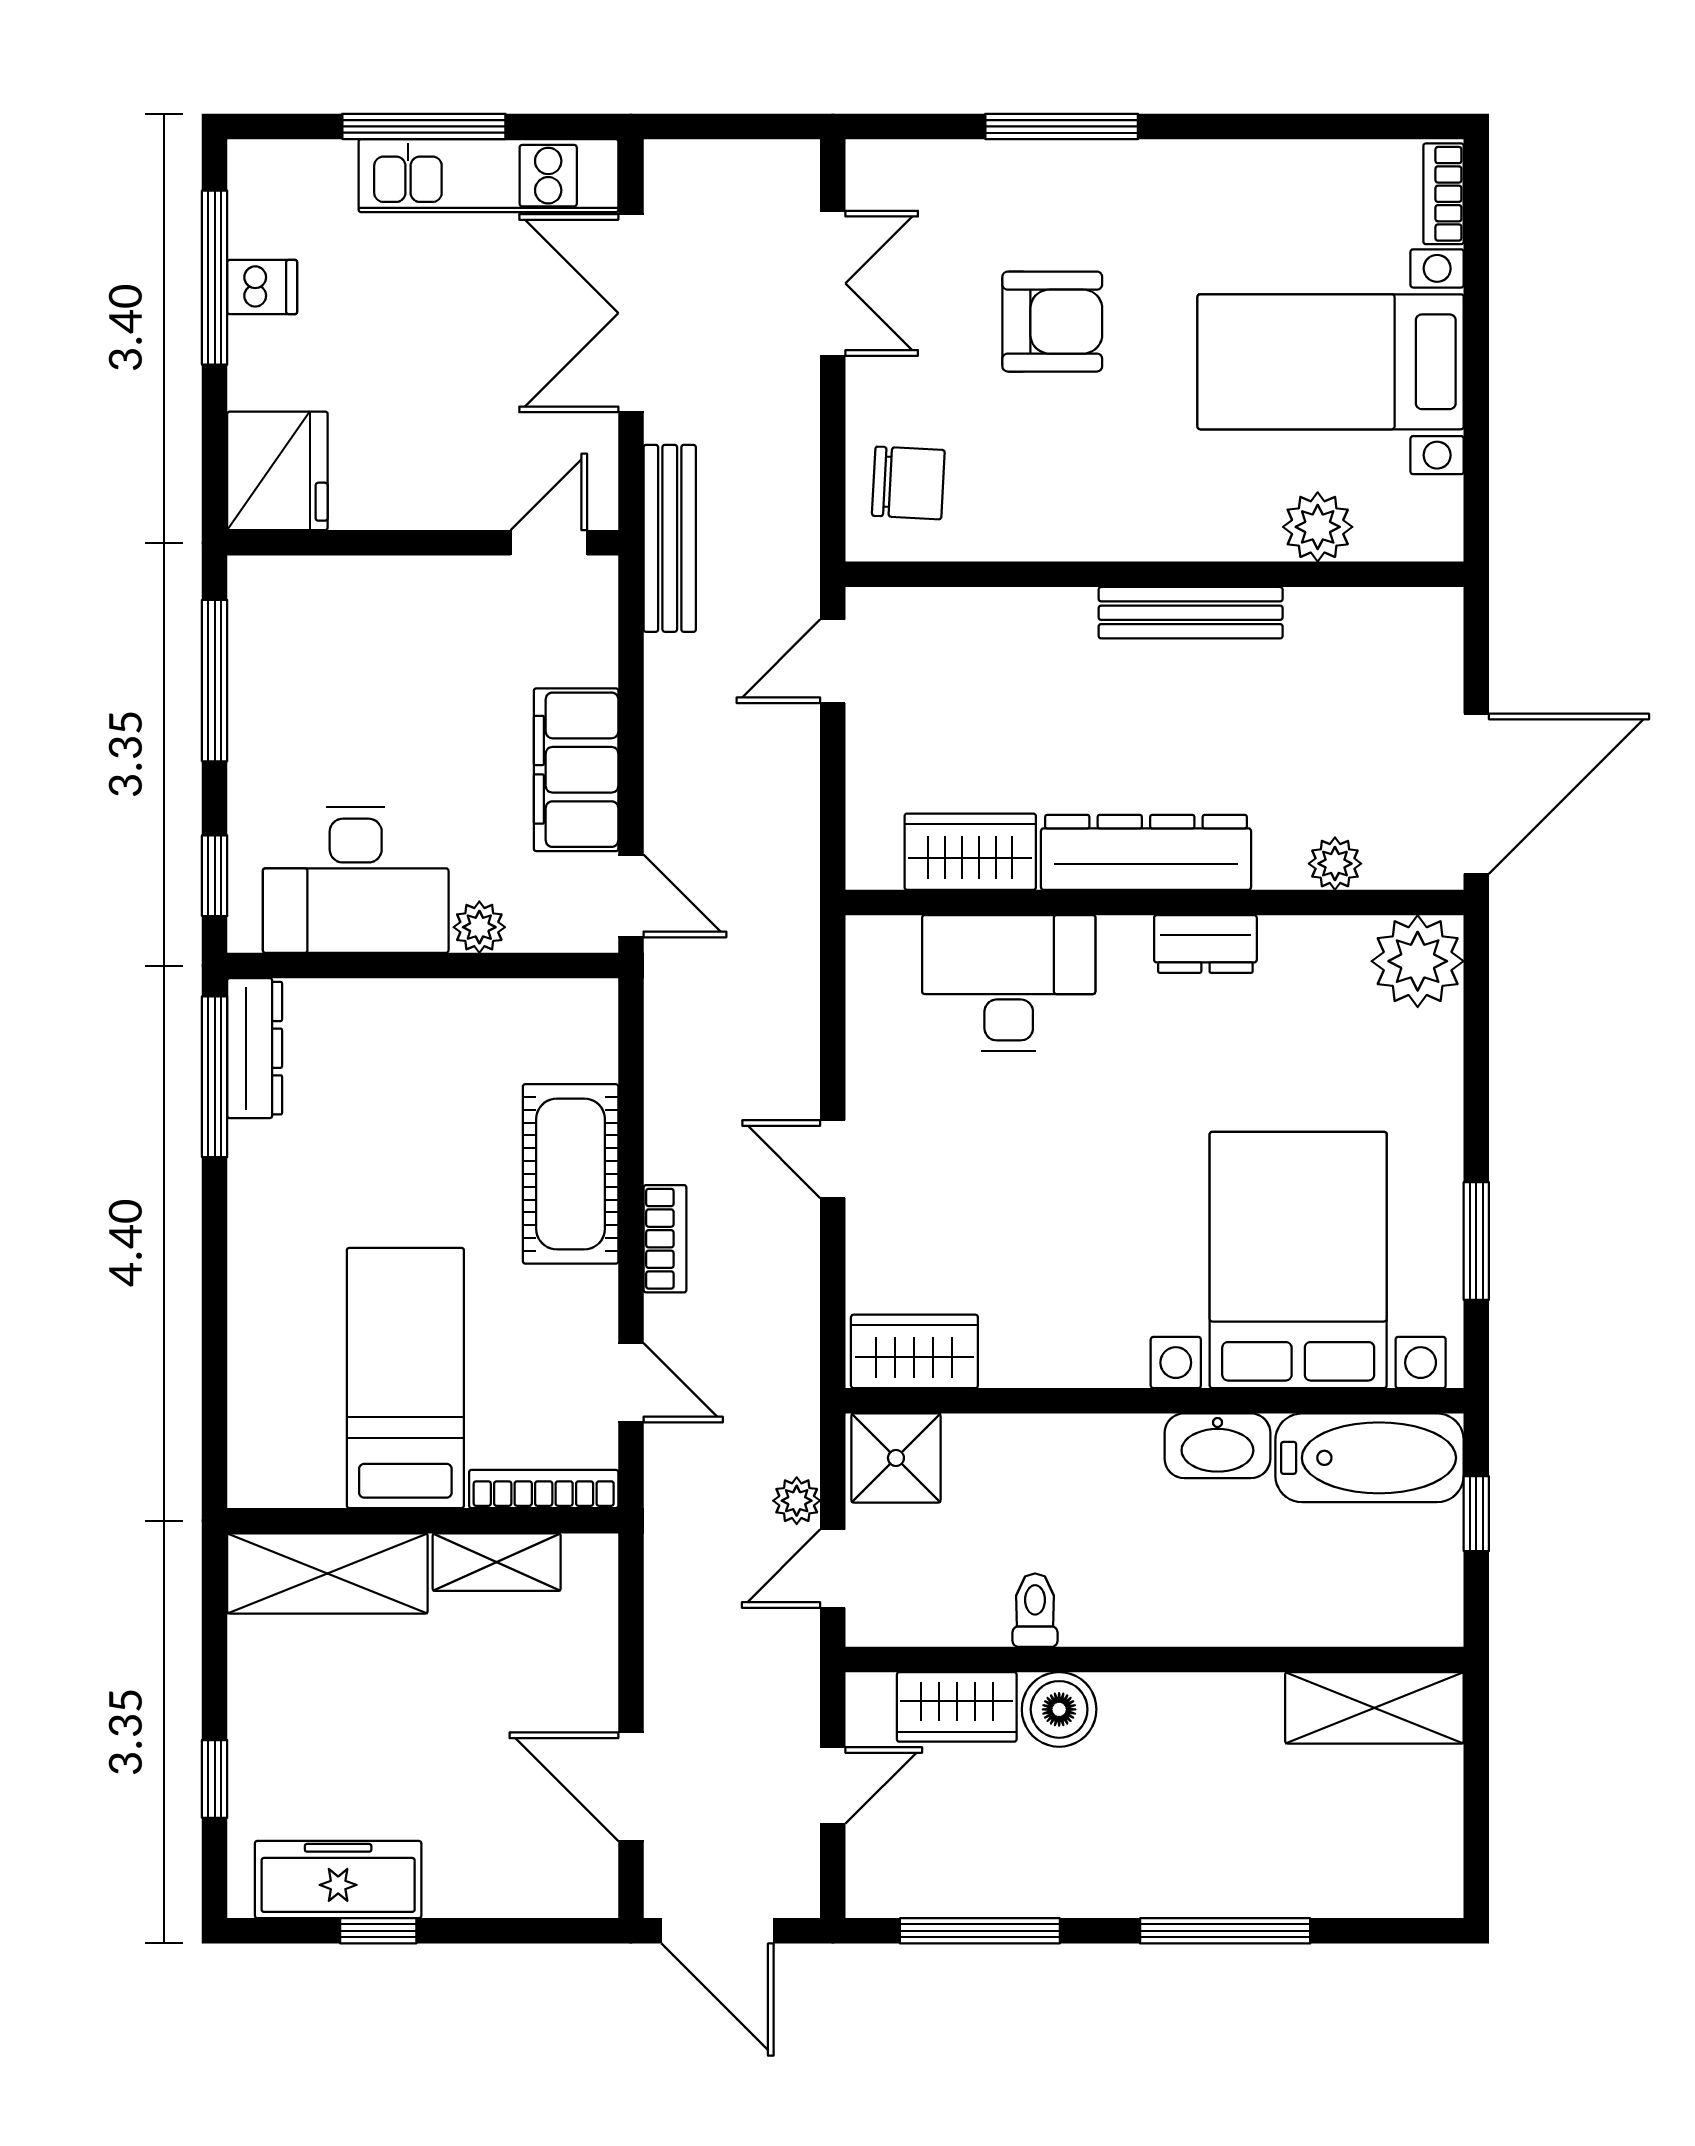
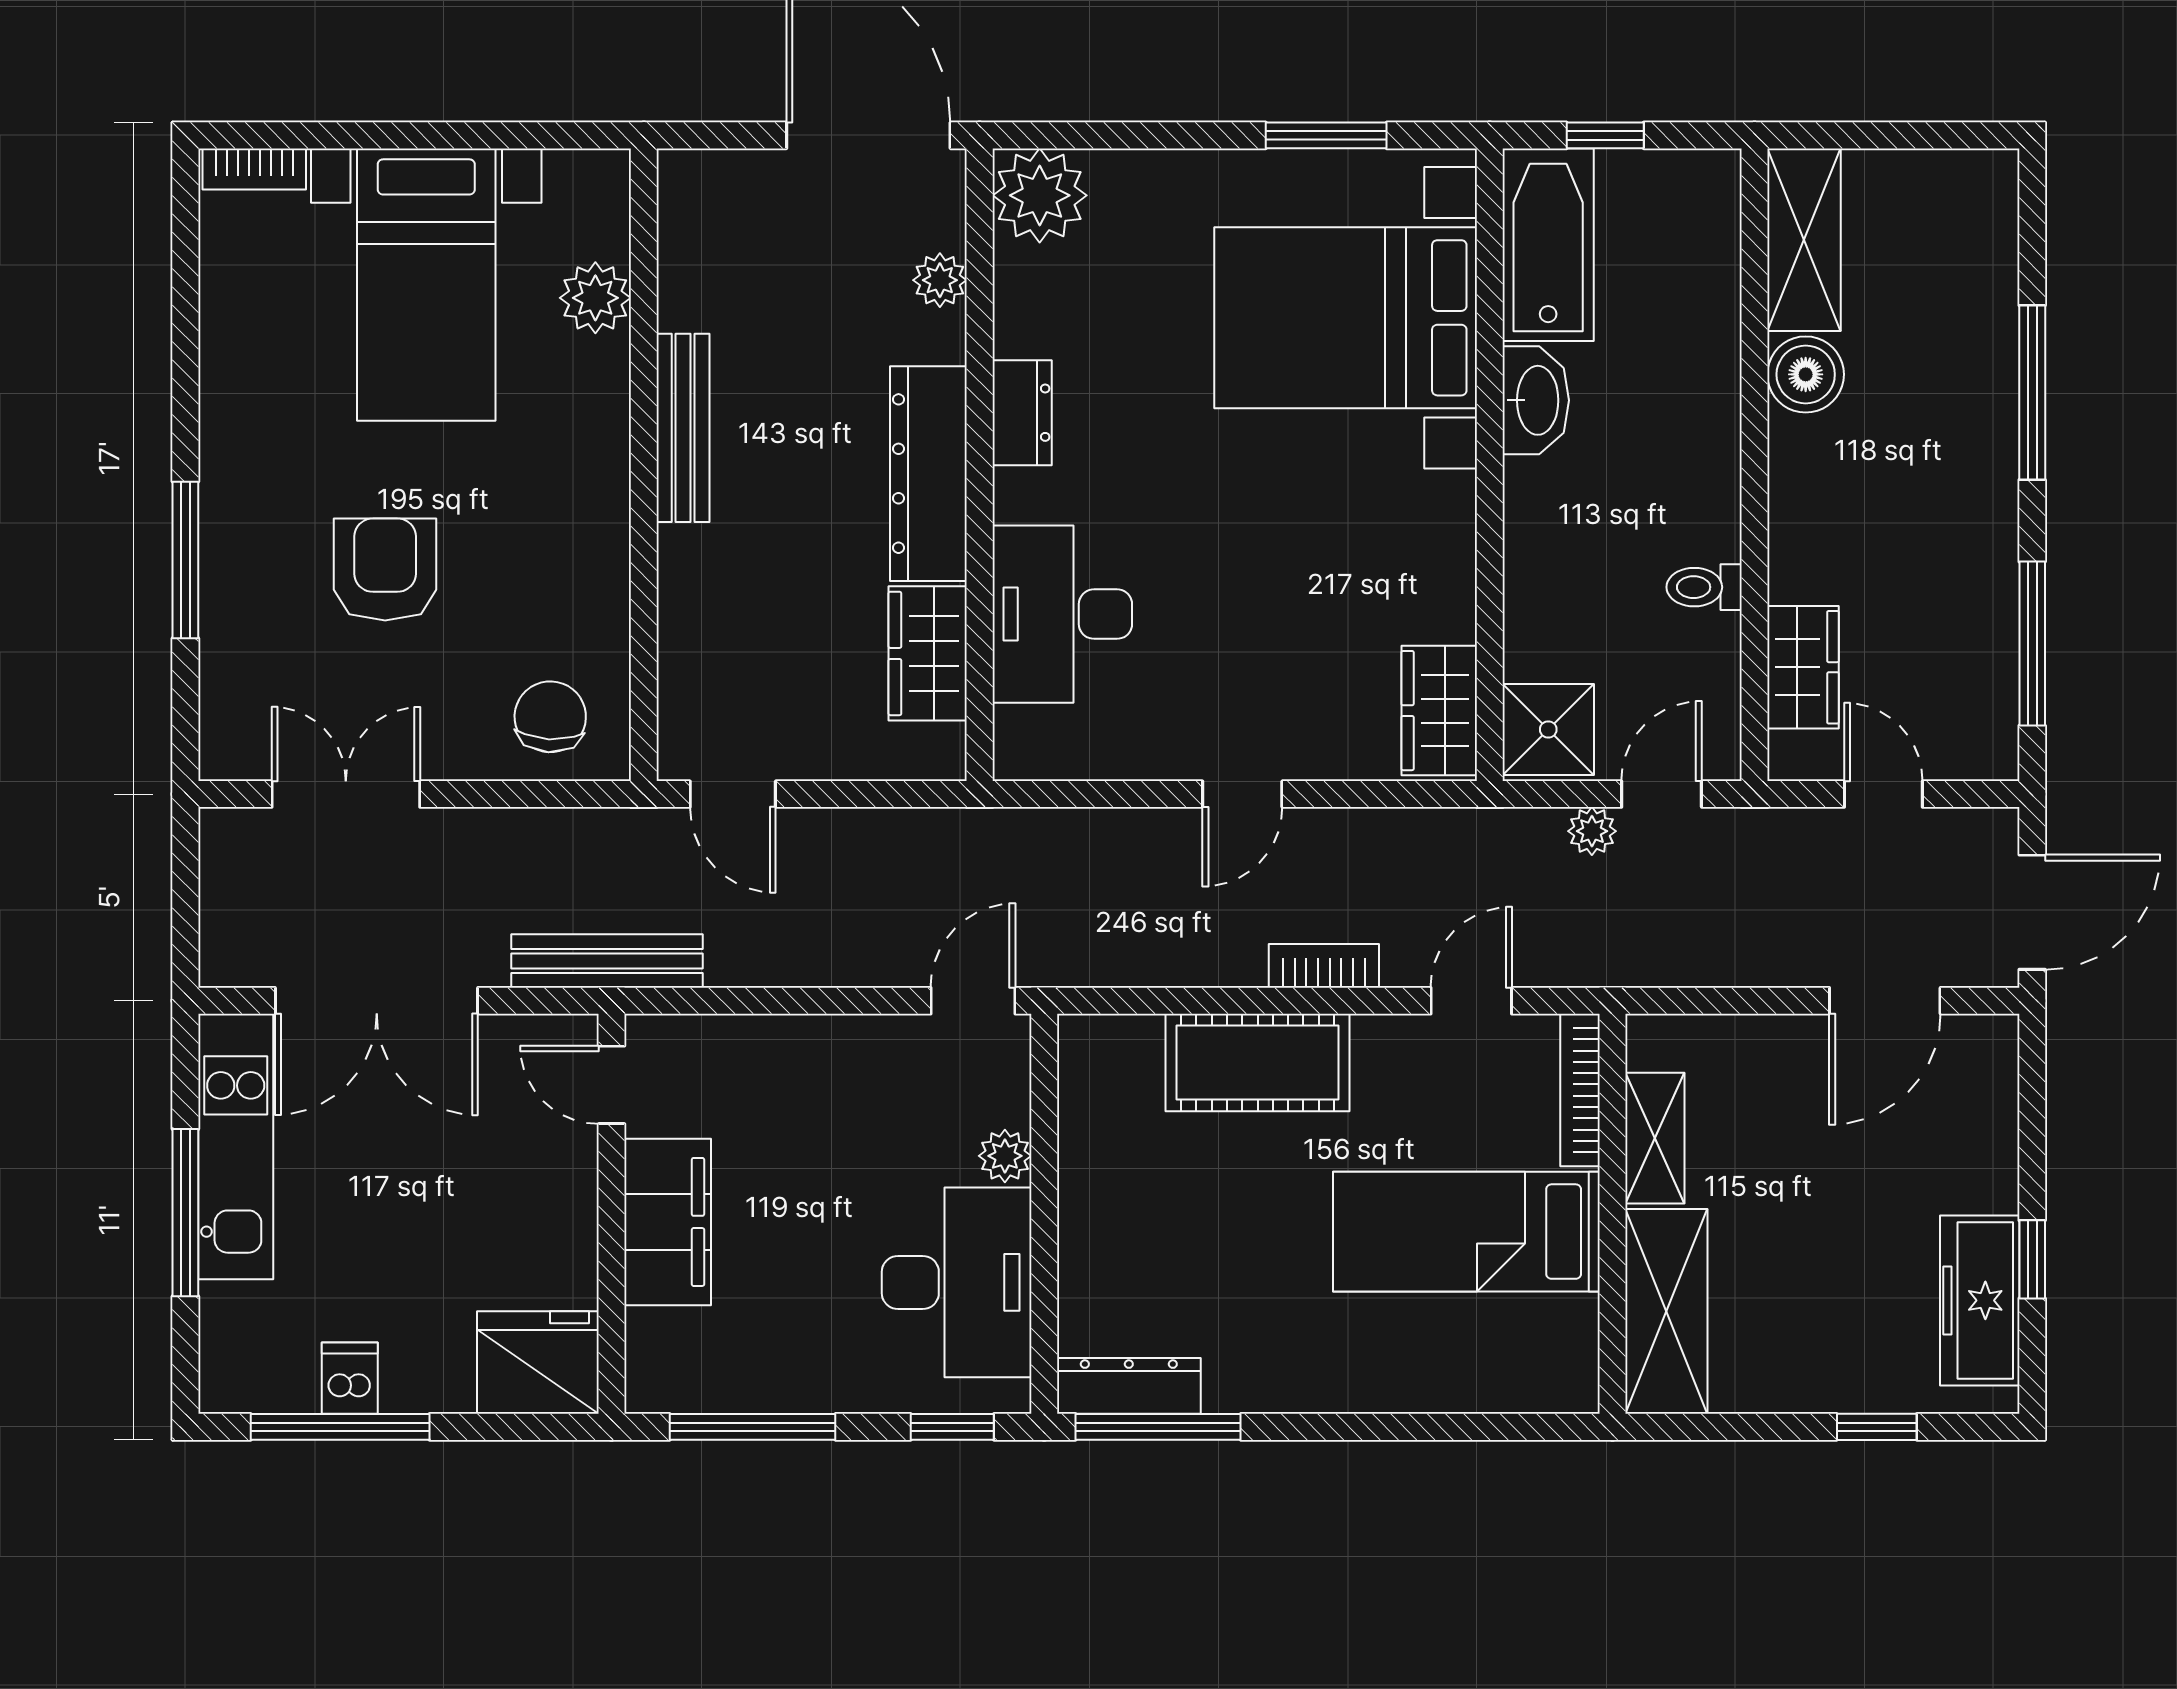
filing cabinet: (576, 770) -> (668, 1222), moved, turned -90
door: (833, 1569) -> (1662, 794), swing flipped
boiler: (1059, 1709) -> (1806, 374), moved

